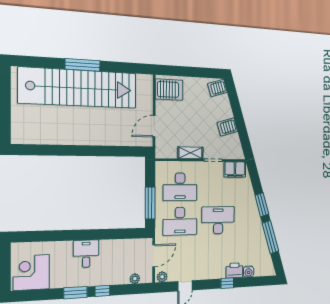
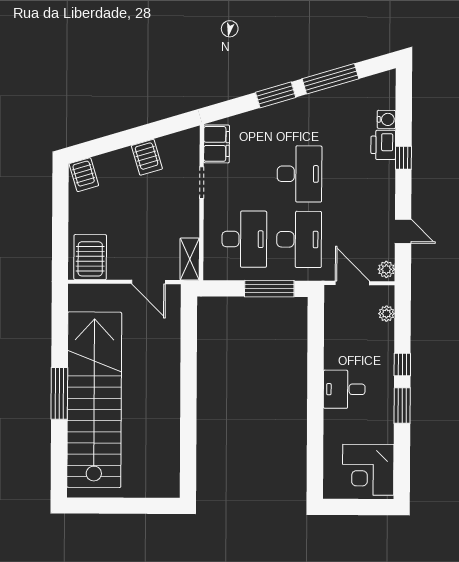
shelving: (190, 153) -> (190, 259), moved
desk: (218, 220) -> (299, 174), turned 180

